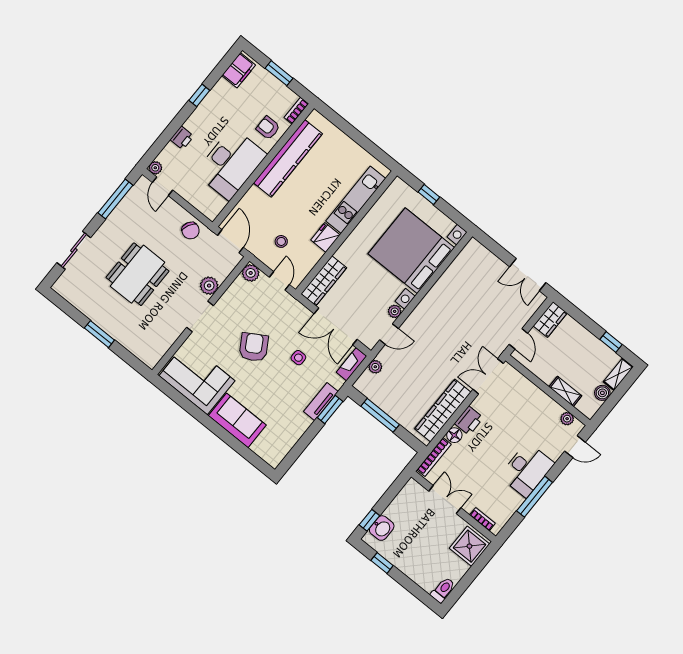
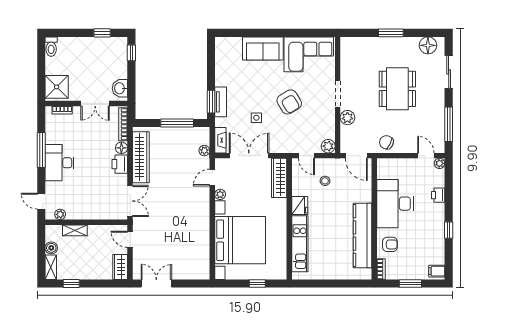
filing cabinet: (239, 70) -> (437, 271), width x0.50
floor lamp: (73, 292) -> (428, 45), added
door: (575, 447) -> (41, 201), hinge flipped
washbasin: (382, 528) -> (120, 88), moved

